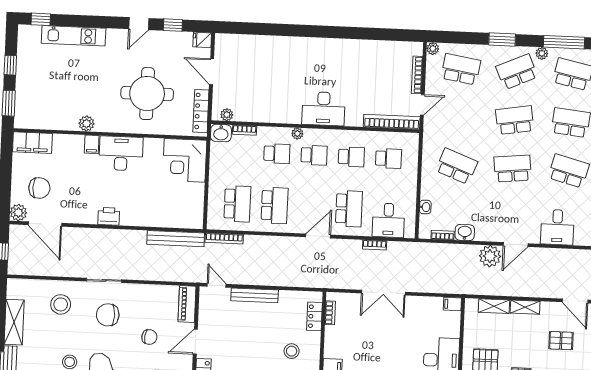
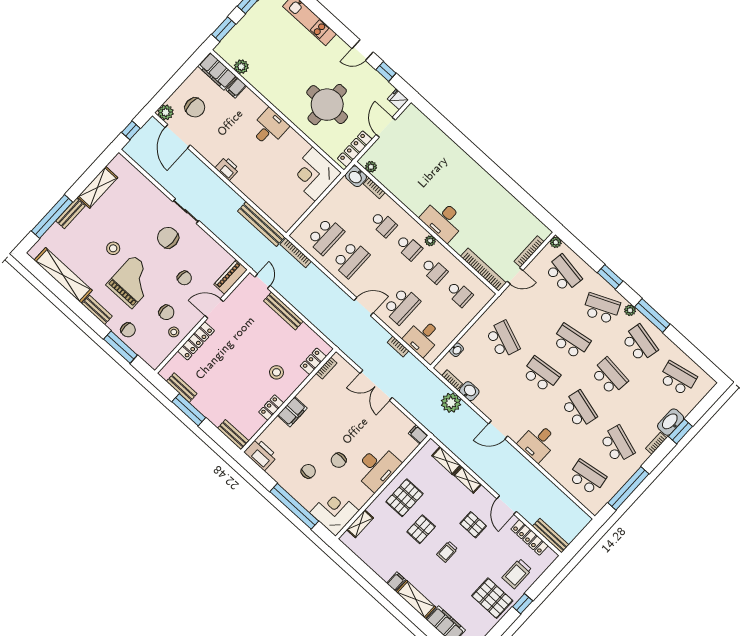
plant: (86, 123) -> (241, 67), moved
plant: (297, 134) -> (430, 241), moved
filing cabinet: (92, 144) -> (236, 88), moved
desk: (121, 153) -> (269, 128), width x0.73
plant: (490, 256) -> (451, 403), moved
stool: (61, 304) -> (141, 202), removed

